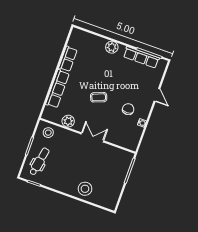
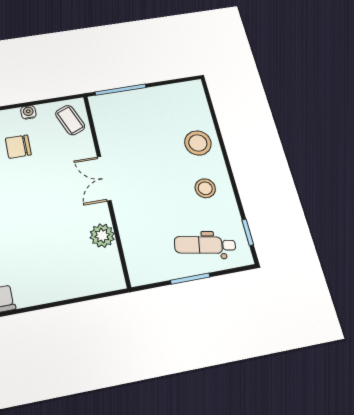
row of seats: (57, 89) -> (55, 289), removed
coffee table: (99, 97) -> (70, 120), moved
stool: (48, 133) -> (205, 188), moved

